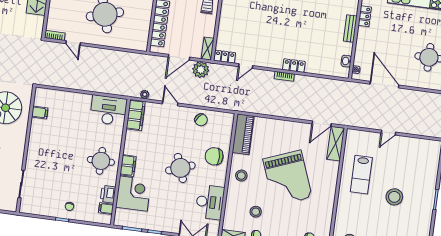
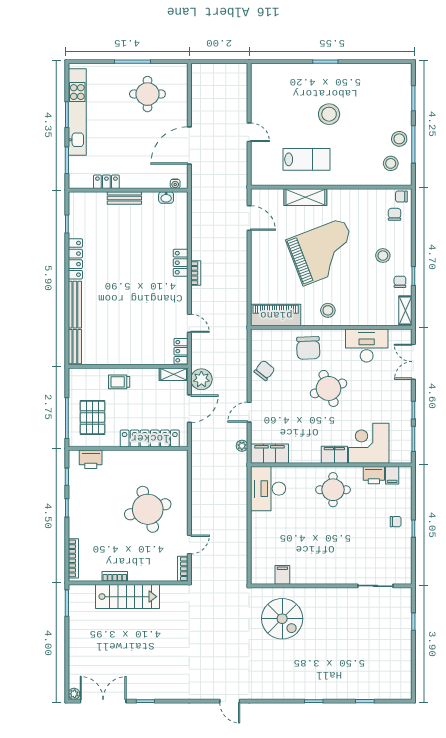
door: (179, 57) -> (189, 409), hinge flipped
shelving: (336, 144) -> (305, 197), moved
stool: (256, 212) -> (383, 256), moved

